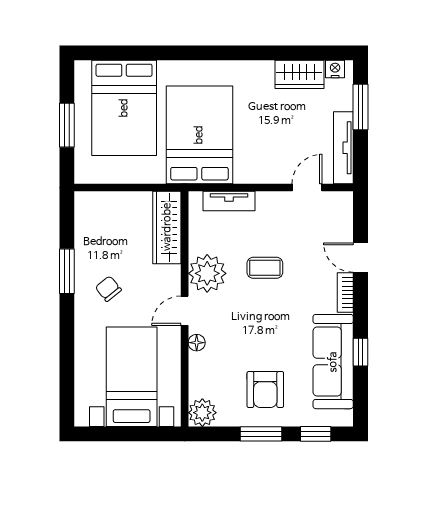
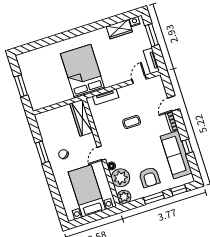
bed: (124, 108) -> (44, 70), removed
tv unit: (343, 148) -> (151, 61), width x0.71
door: (361, 258) -> (174, 103), hinge flipped
plant: (207, 273) -> (121, 178), moved

